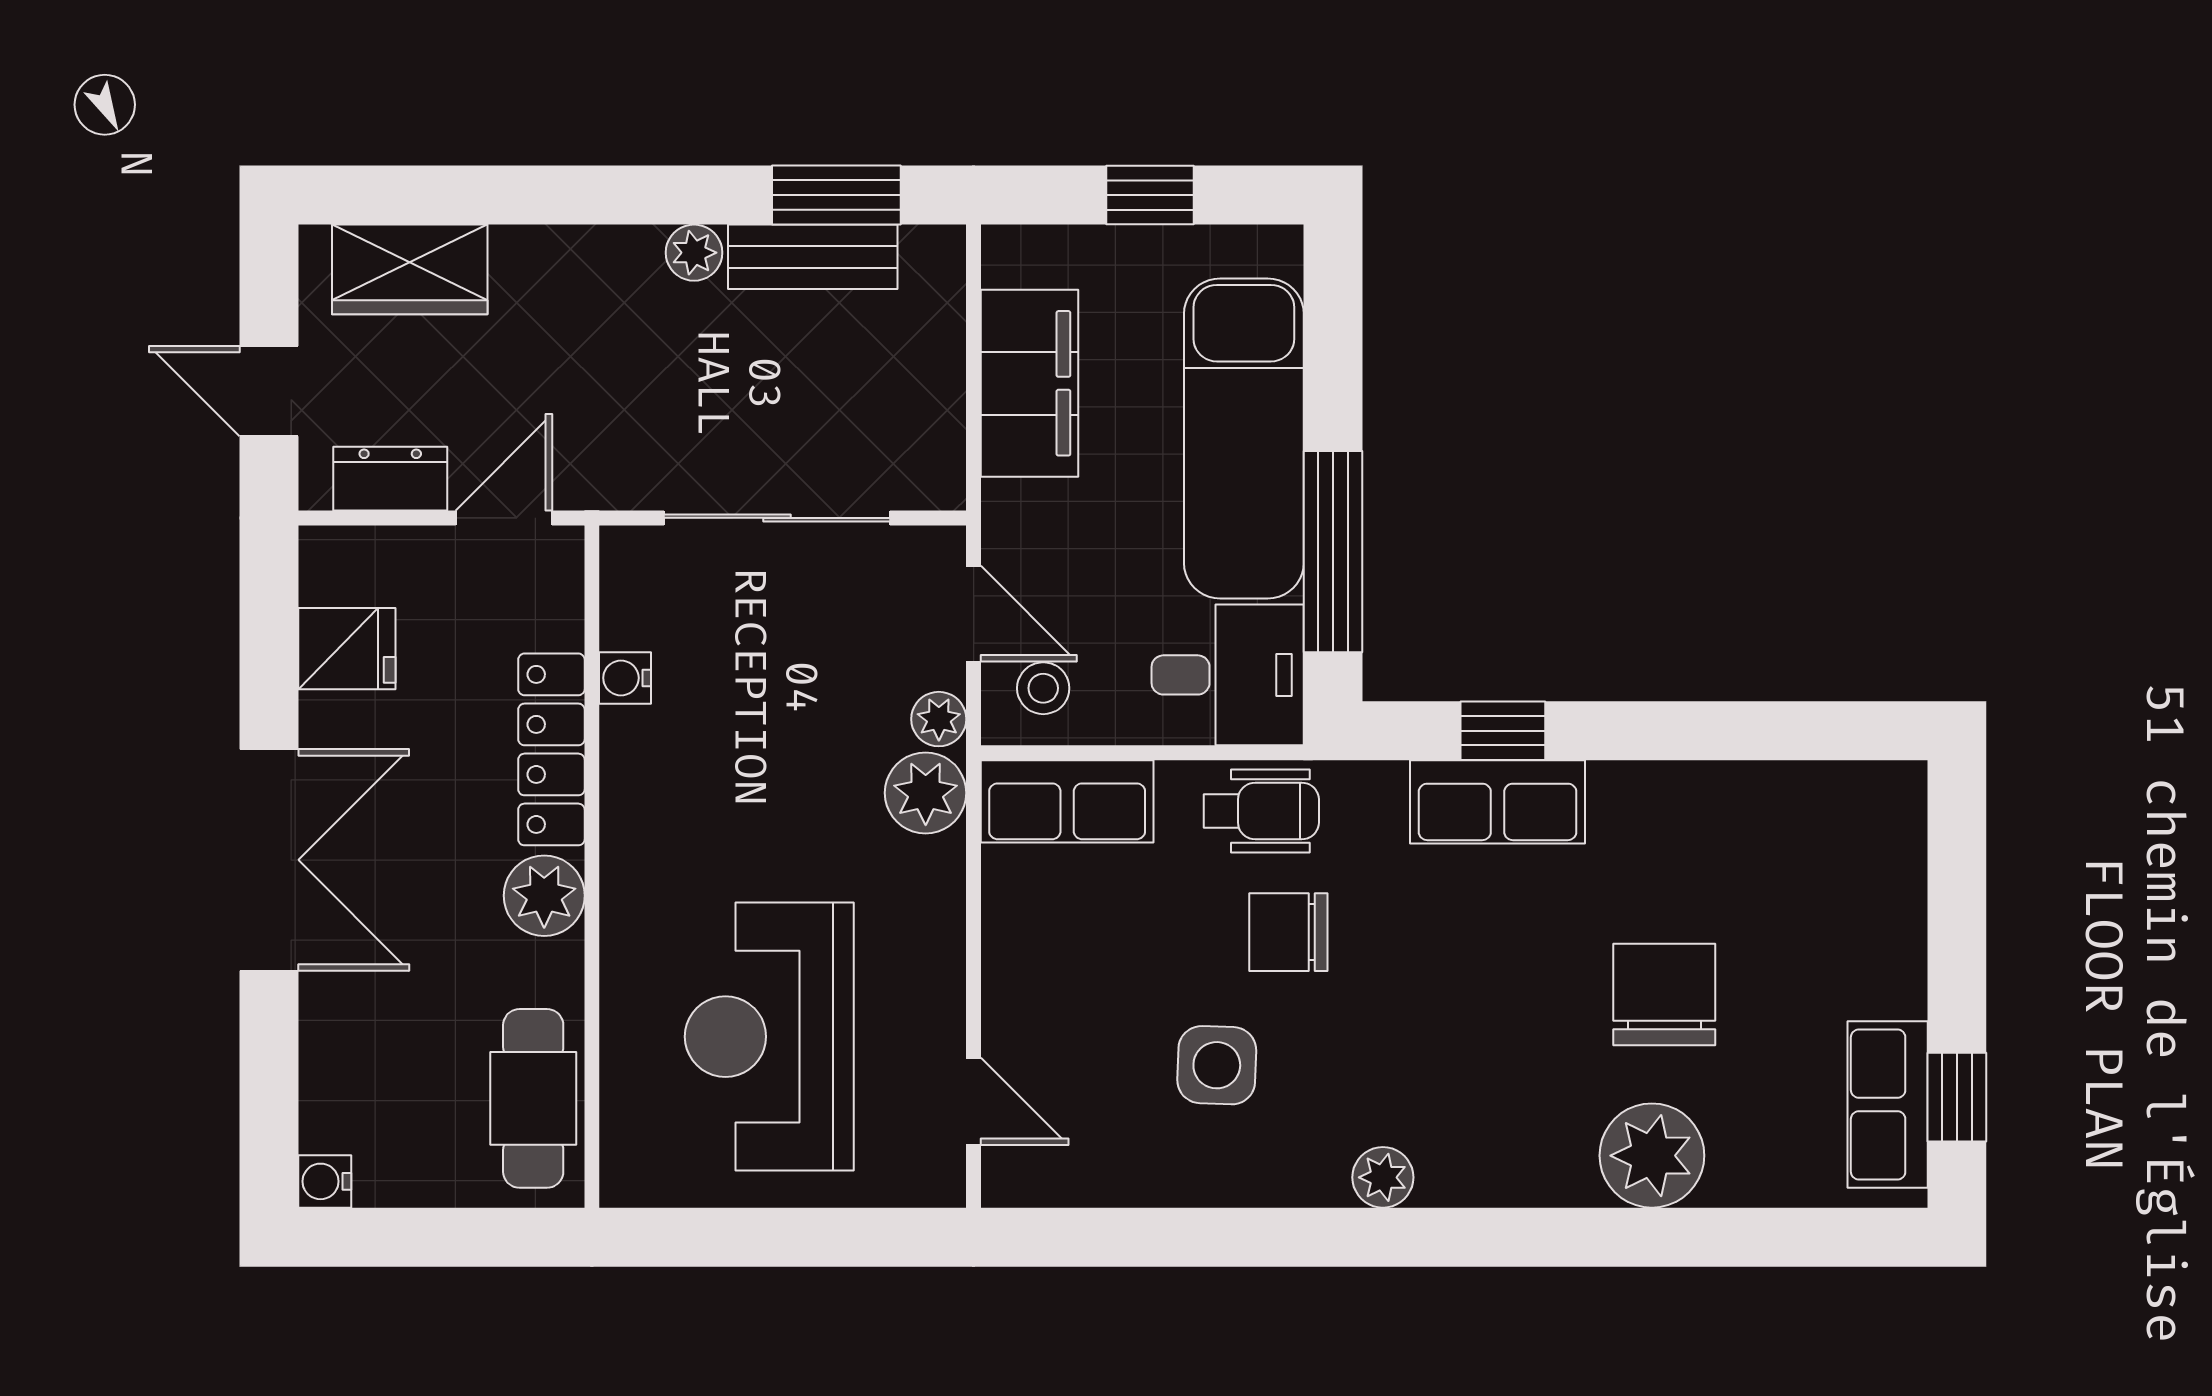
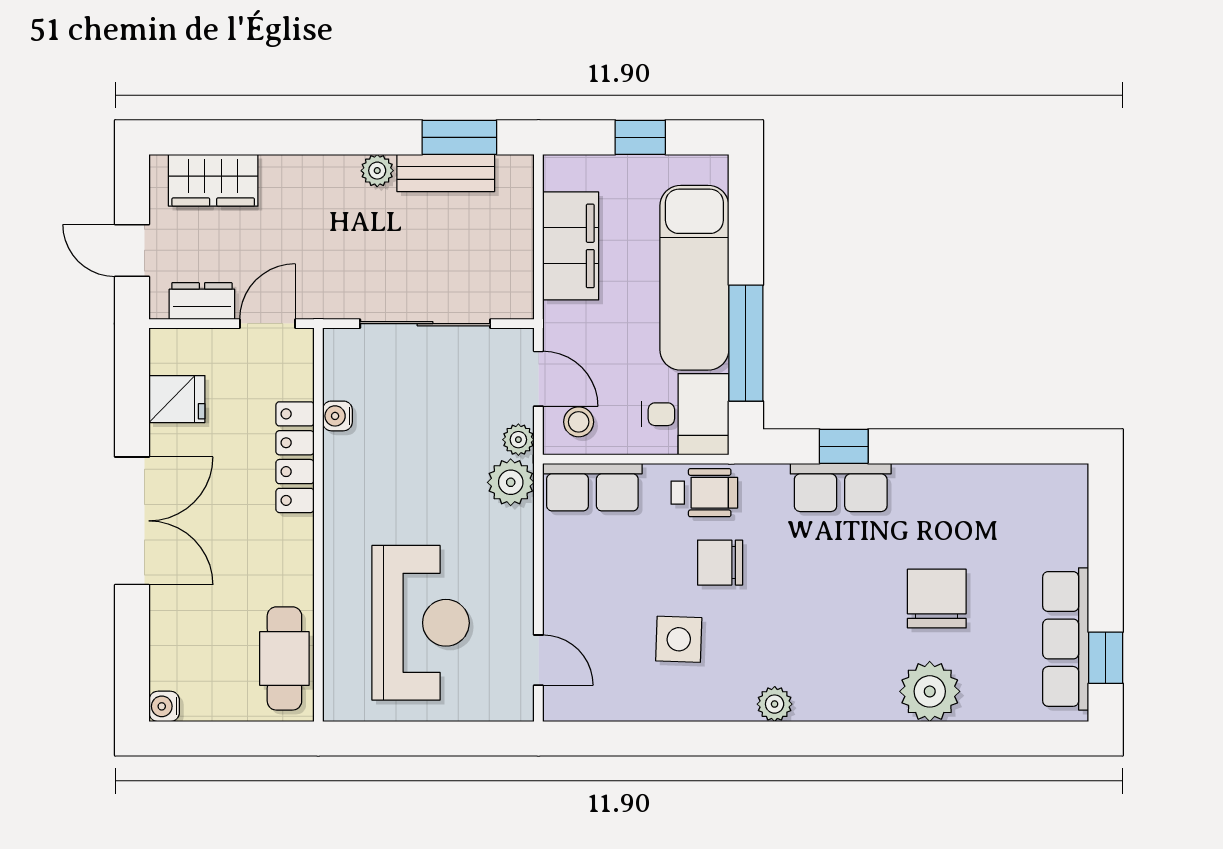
plant: (544, 896) -> (291, 542), removed
reception desk: (769, 1037) -> (421, 623), turned 180
row of seats: (1888, 1105) -> (1066, 639), width x1.48

